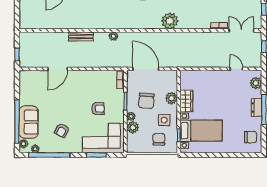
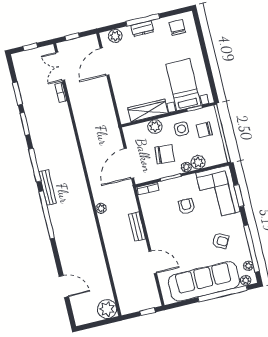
plant: (170, 21) -> (107, 309), moved
bench: (81, 36) -> (137, 227), moved
door: (236, 69) -> (105, 62), width x1.88
wardrobe: (186, 101) -> (148, 111), width x1.50
sofa: (29, 122) -> (204, 281), width x1.85, depth x1.27

